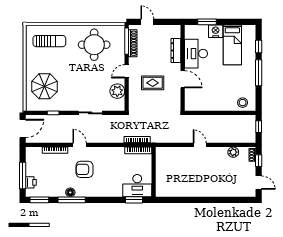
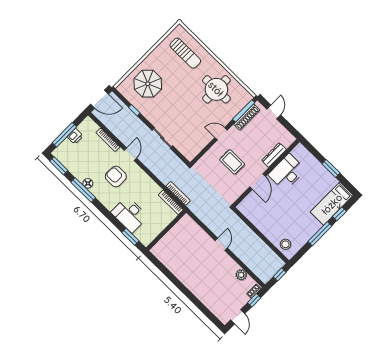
window: (207, 22) -> (331, 168), moved
nightstand: (216, 31) -> (318, 170), removed
bed: (232, 45) -> (332, 204), moved
plant: (117, 91) -> (199, 142), removed
printer: (31, 182) -> (75, 136), moved
desk: (137, 186) -> (129, 214), moved

